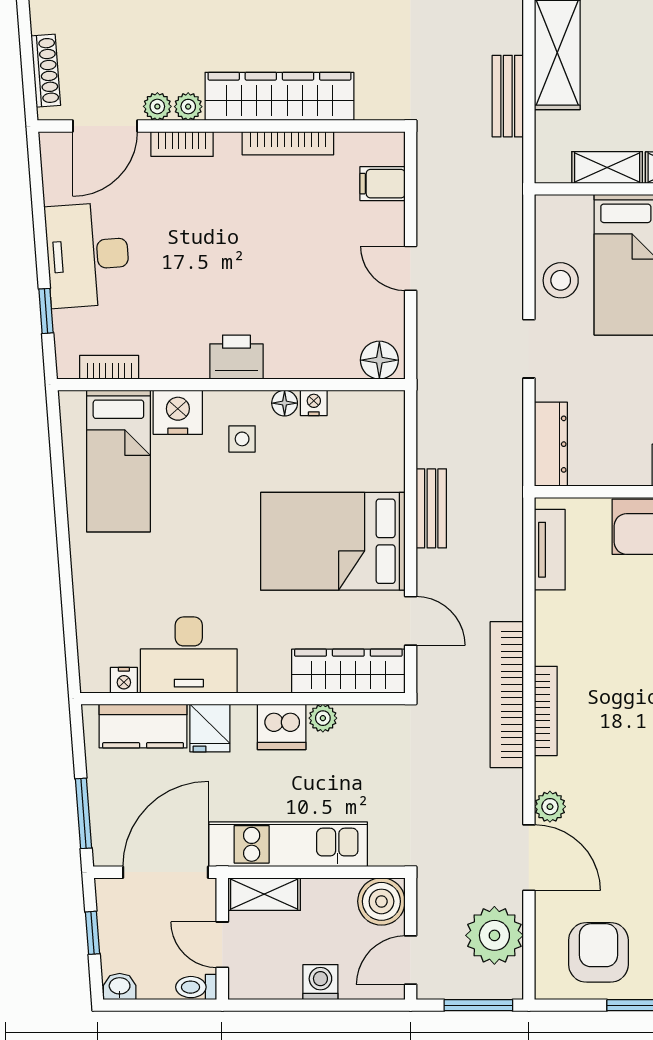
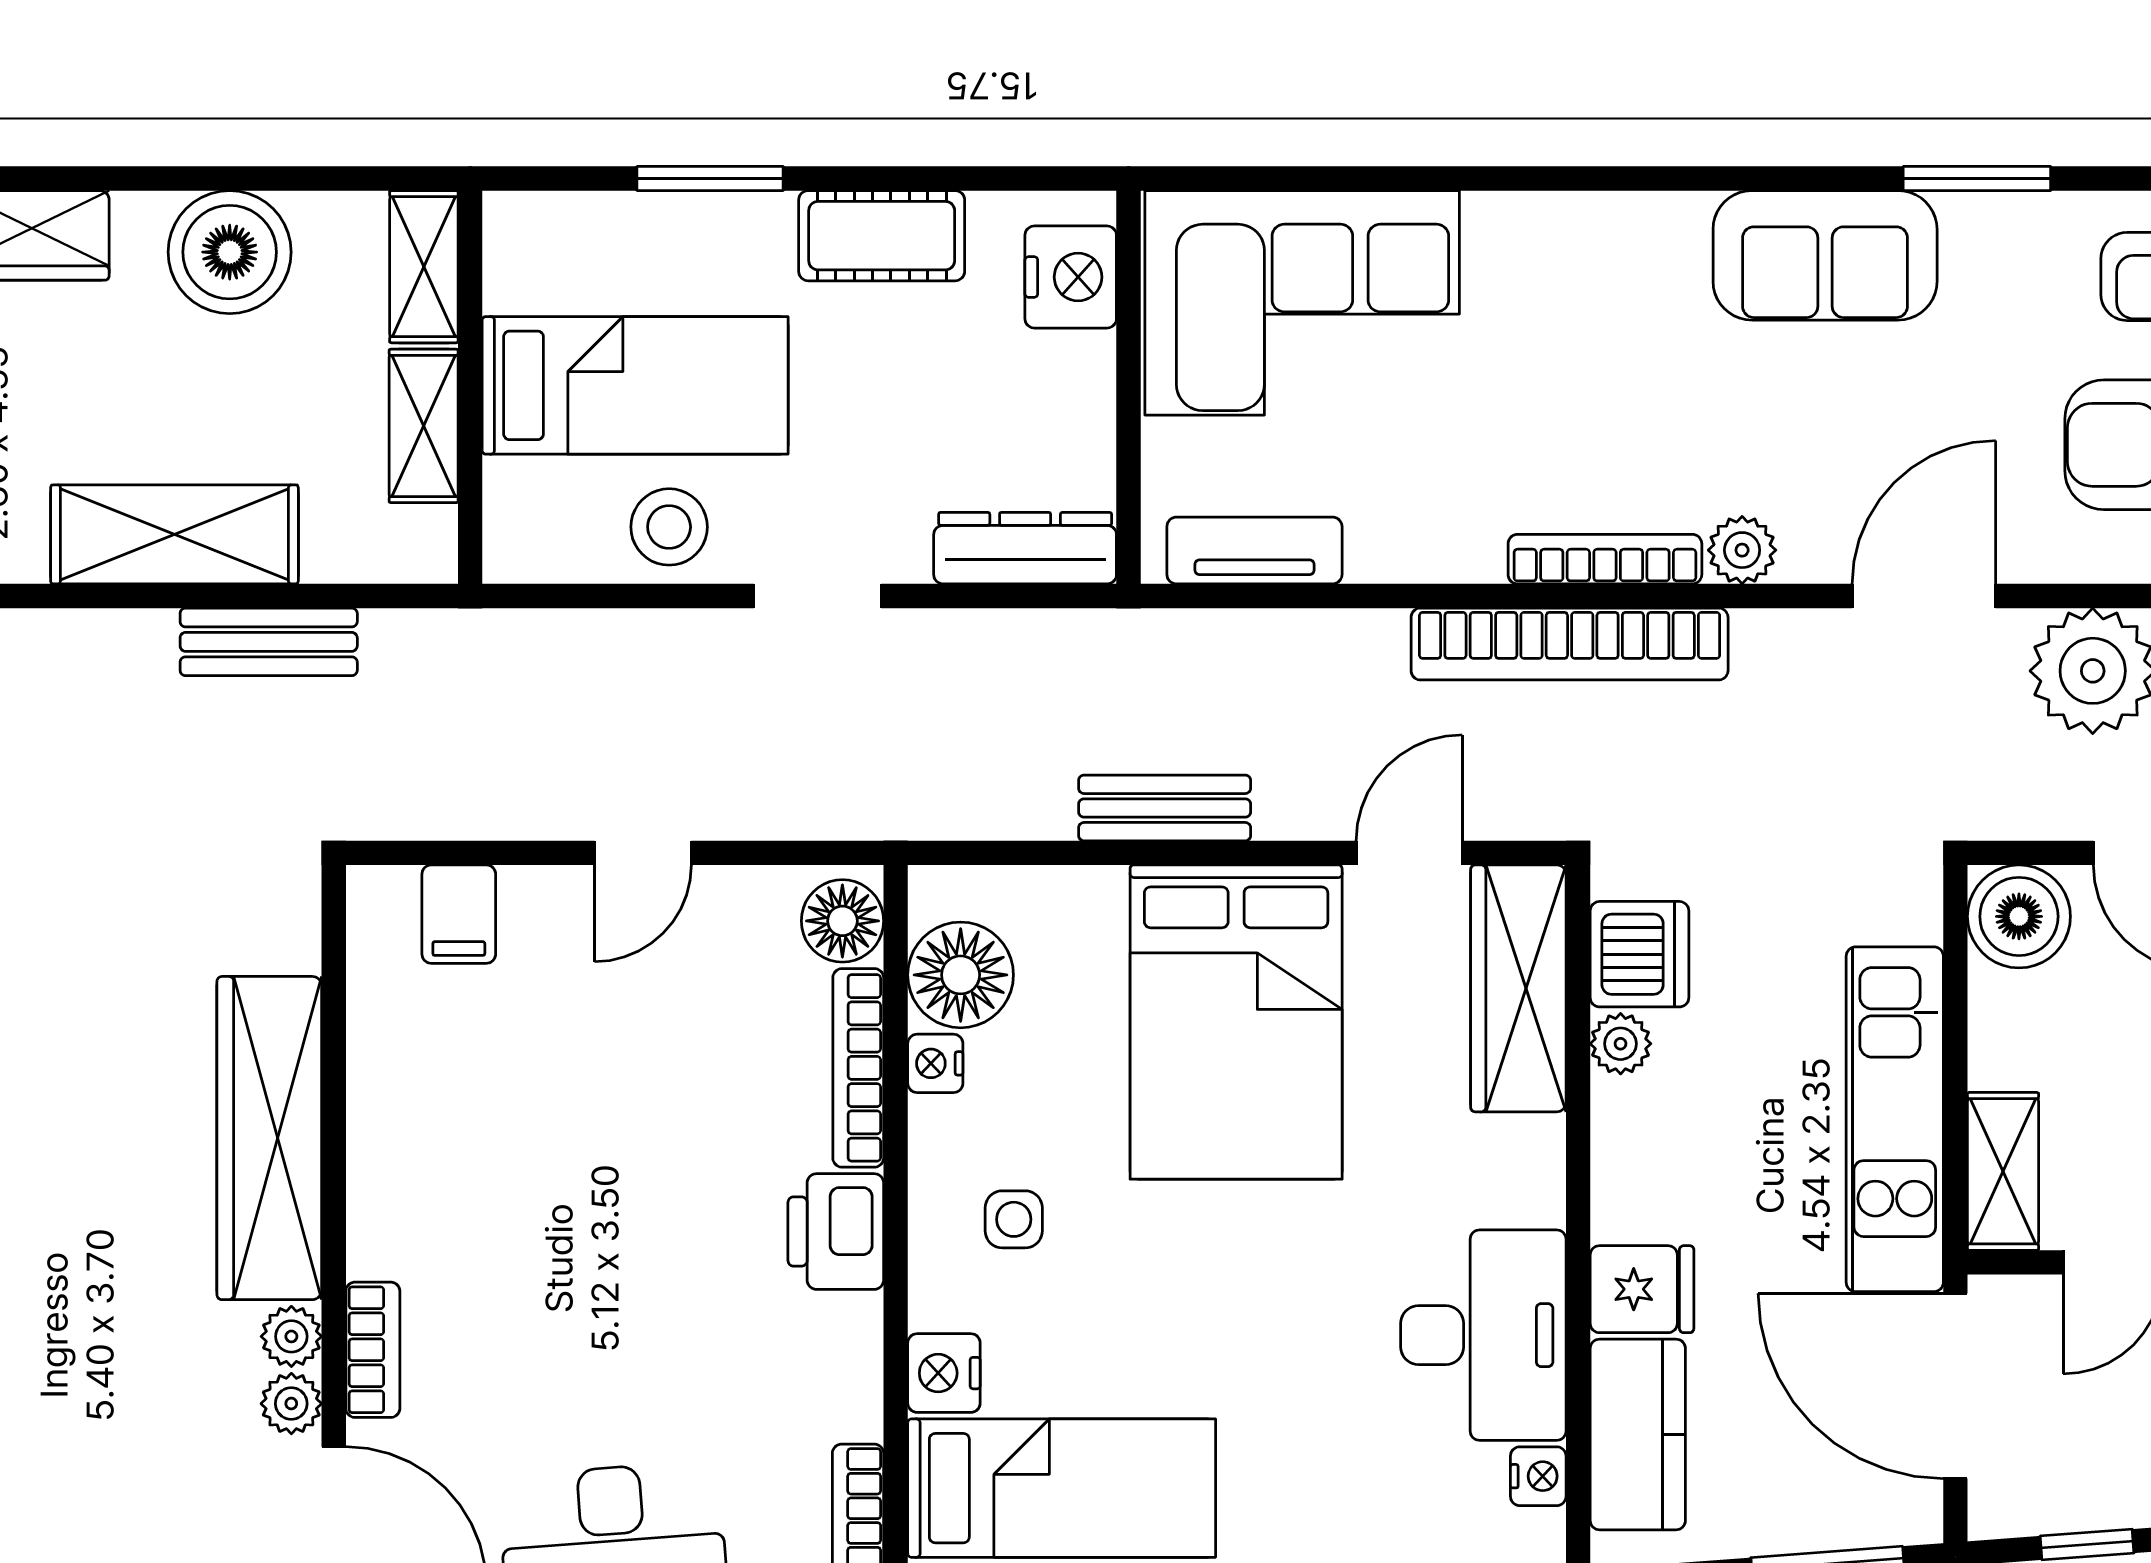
bookcase: (288, 143) -> (858, 1068), moved, turned 180
floor lamp: (285, 403) -> (961, 975), moved, width x1.89, depth x1.89
nightstand: (178, 412) -> (944, 1373), width x0.74, depth x0.75
dishwasher: (282, 727) -> (1639, 954), moved
plant: (550, 807) -> (1742, 550), moved

